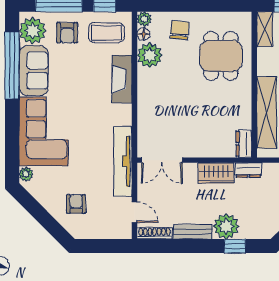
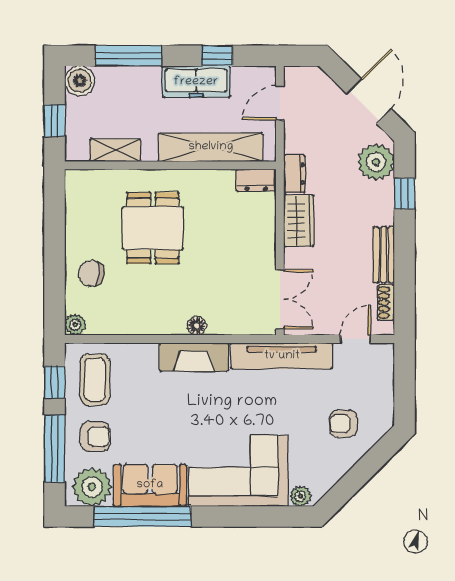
shelving: (265, 29) -> (115, 150), moved
floor lamp: (144, 34) -> (197, 326), moved
plant: (150, 55) -> (128, 317), removed
dining table: (221, 56) -> (153, 228), moved, turned 90
fireplace: (122, 79) -> (194, 357), moved
plant: (226, 226) -> (376, 162), moved
shoe rack: (154, 233) -> (386, 302), width x0.70

